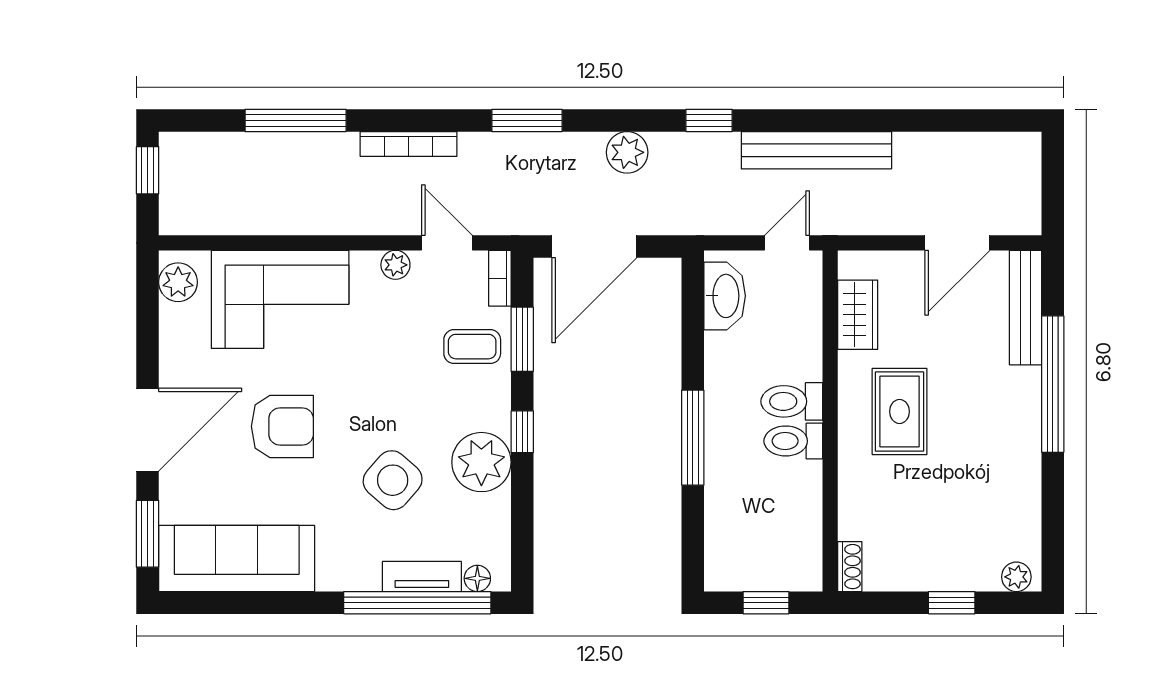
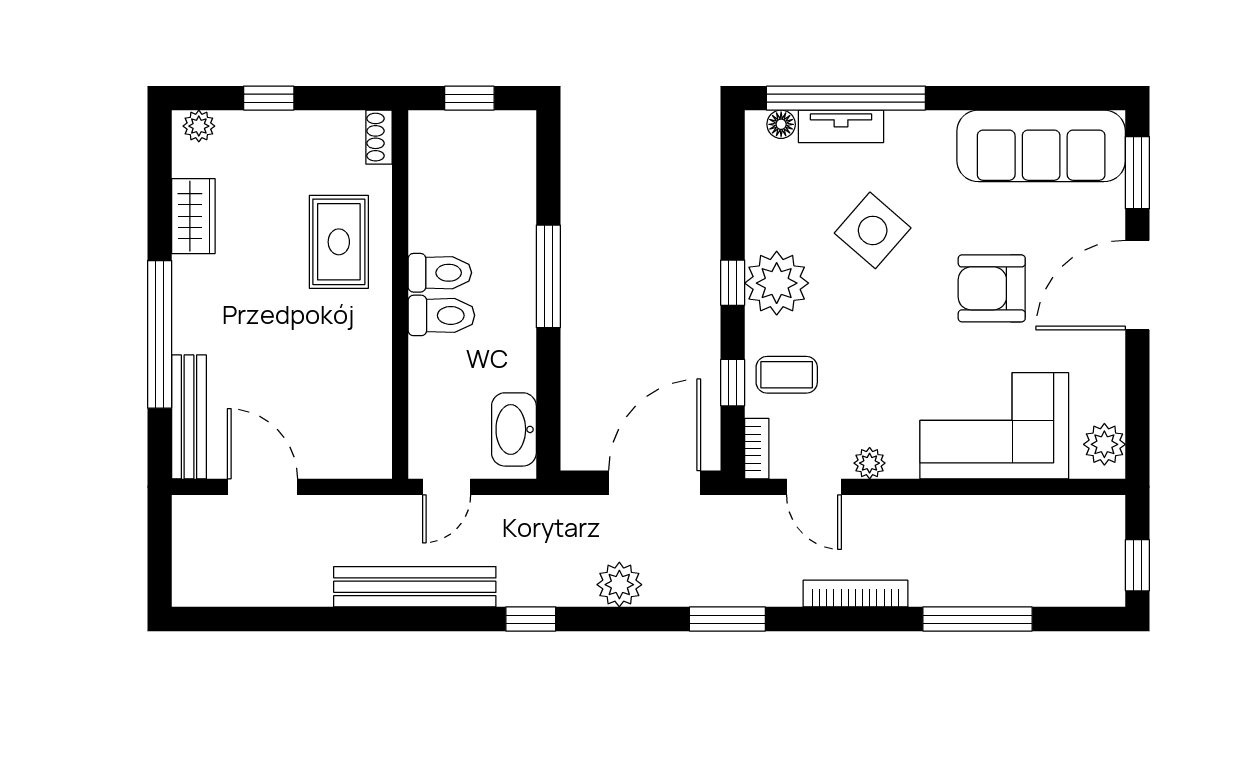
door: (957, 243) -> (263, 487), hinge flipped
wardrobe: (858, 315) -> (193, 216), moved, turned 180
window: (522, 339) -> (733, 383), width x0.67
rug: (900, 411) -> (339, 242), moved
plant: (481, 462) -> (777, 283), moved

